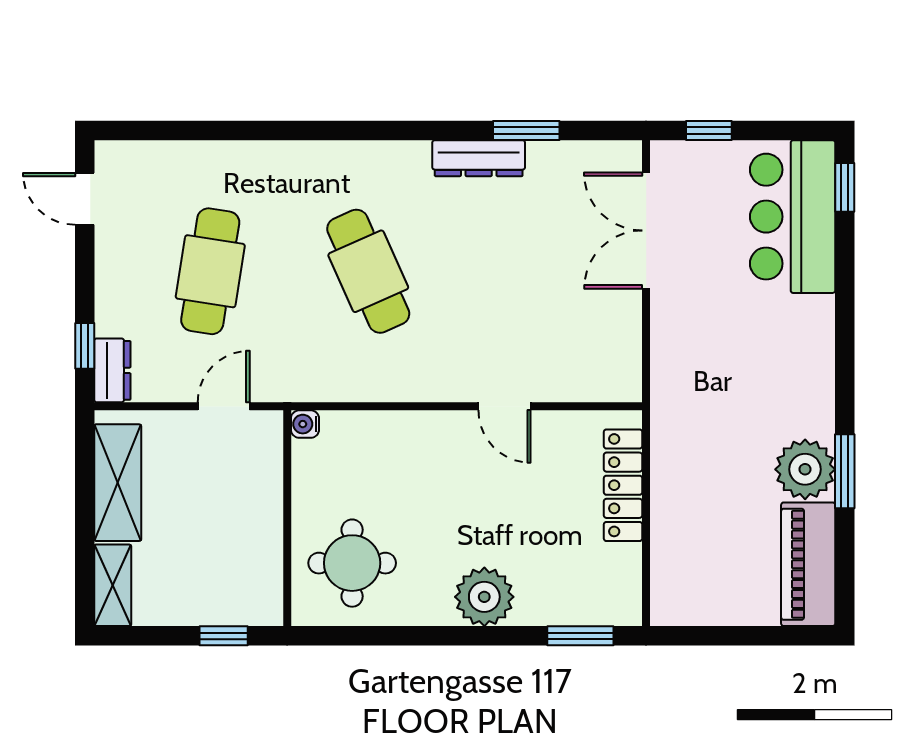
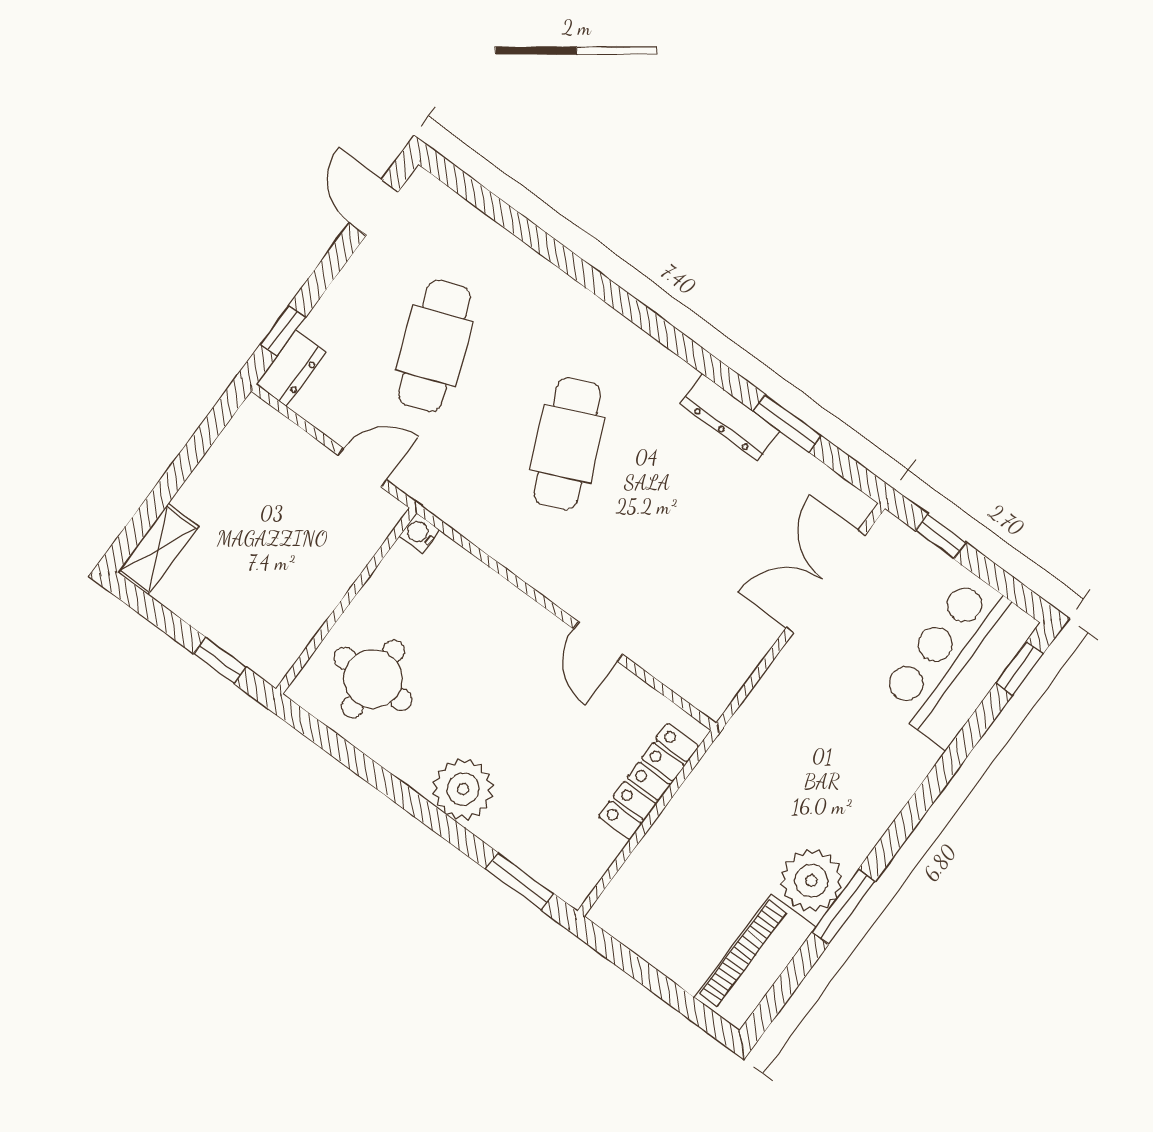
cafe table: (210, 271) -> (434, 346), turned -30
shelving: (118, 483) -> (226, 466), removed

